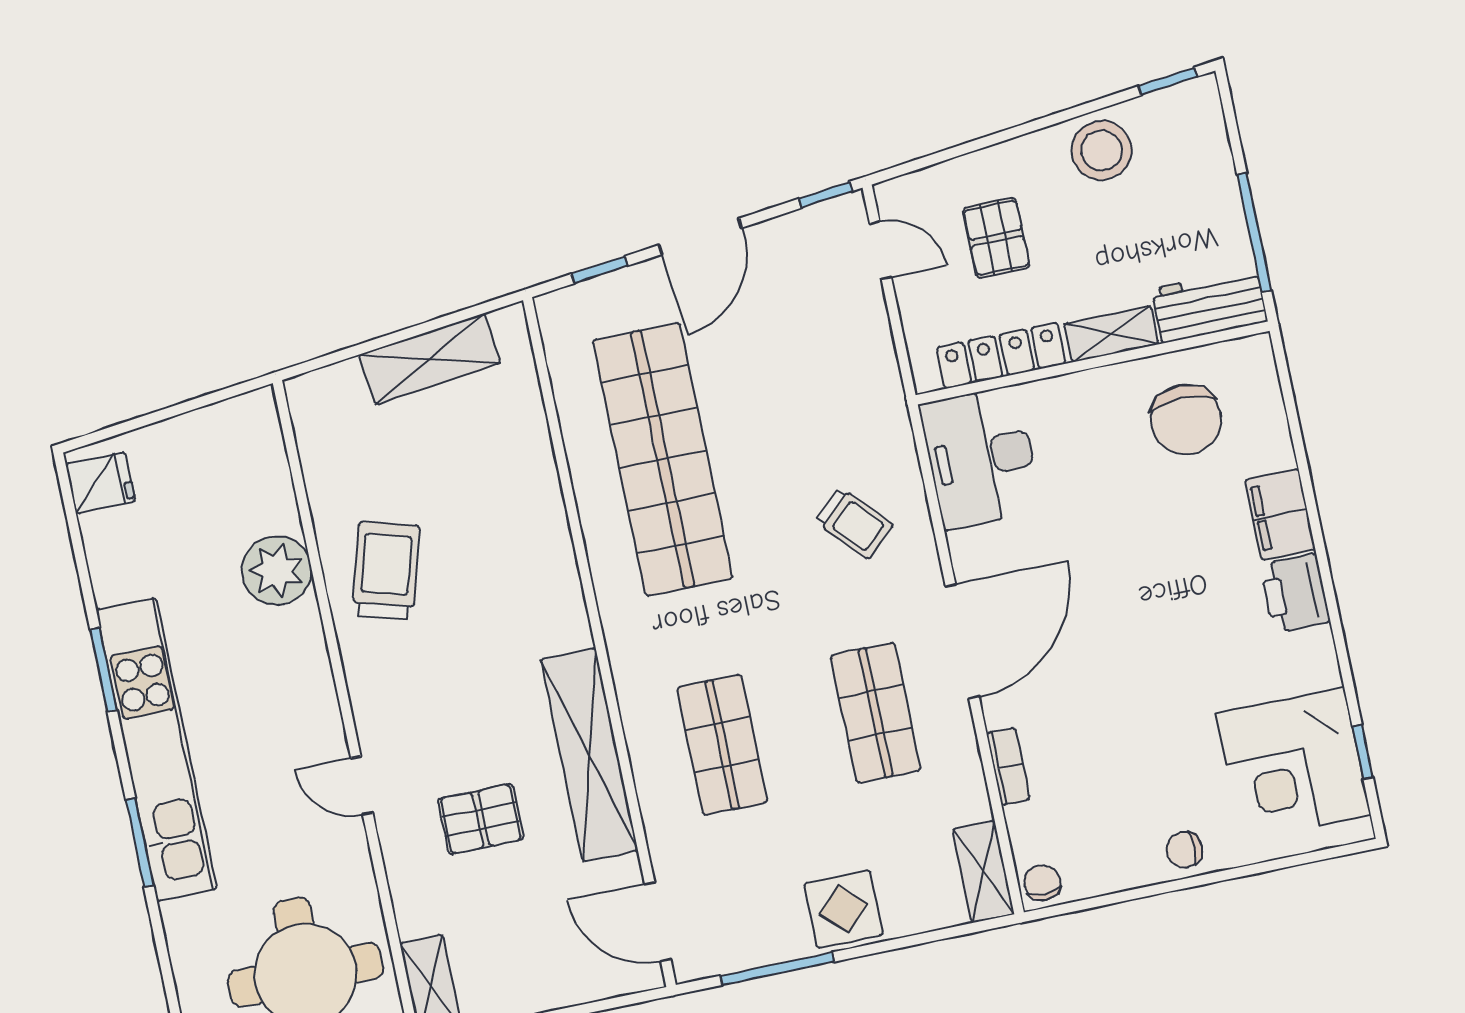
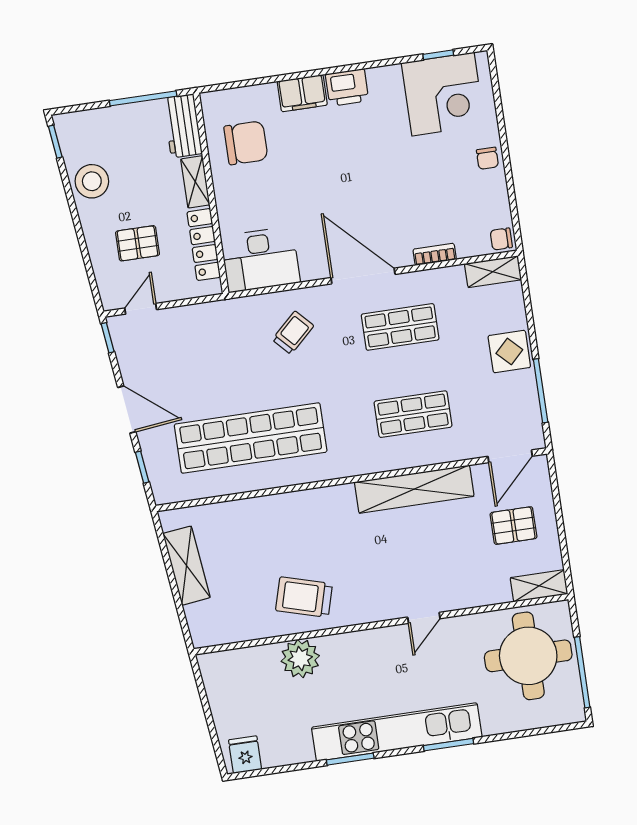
pallet: (481, 819) -> (513, 526), moved, turned 90

